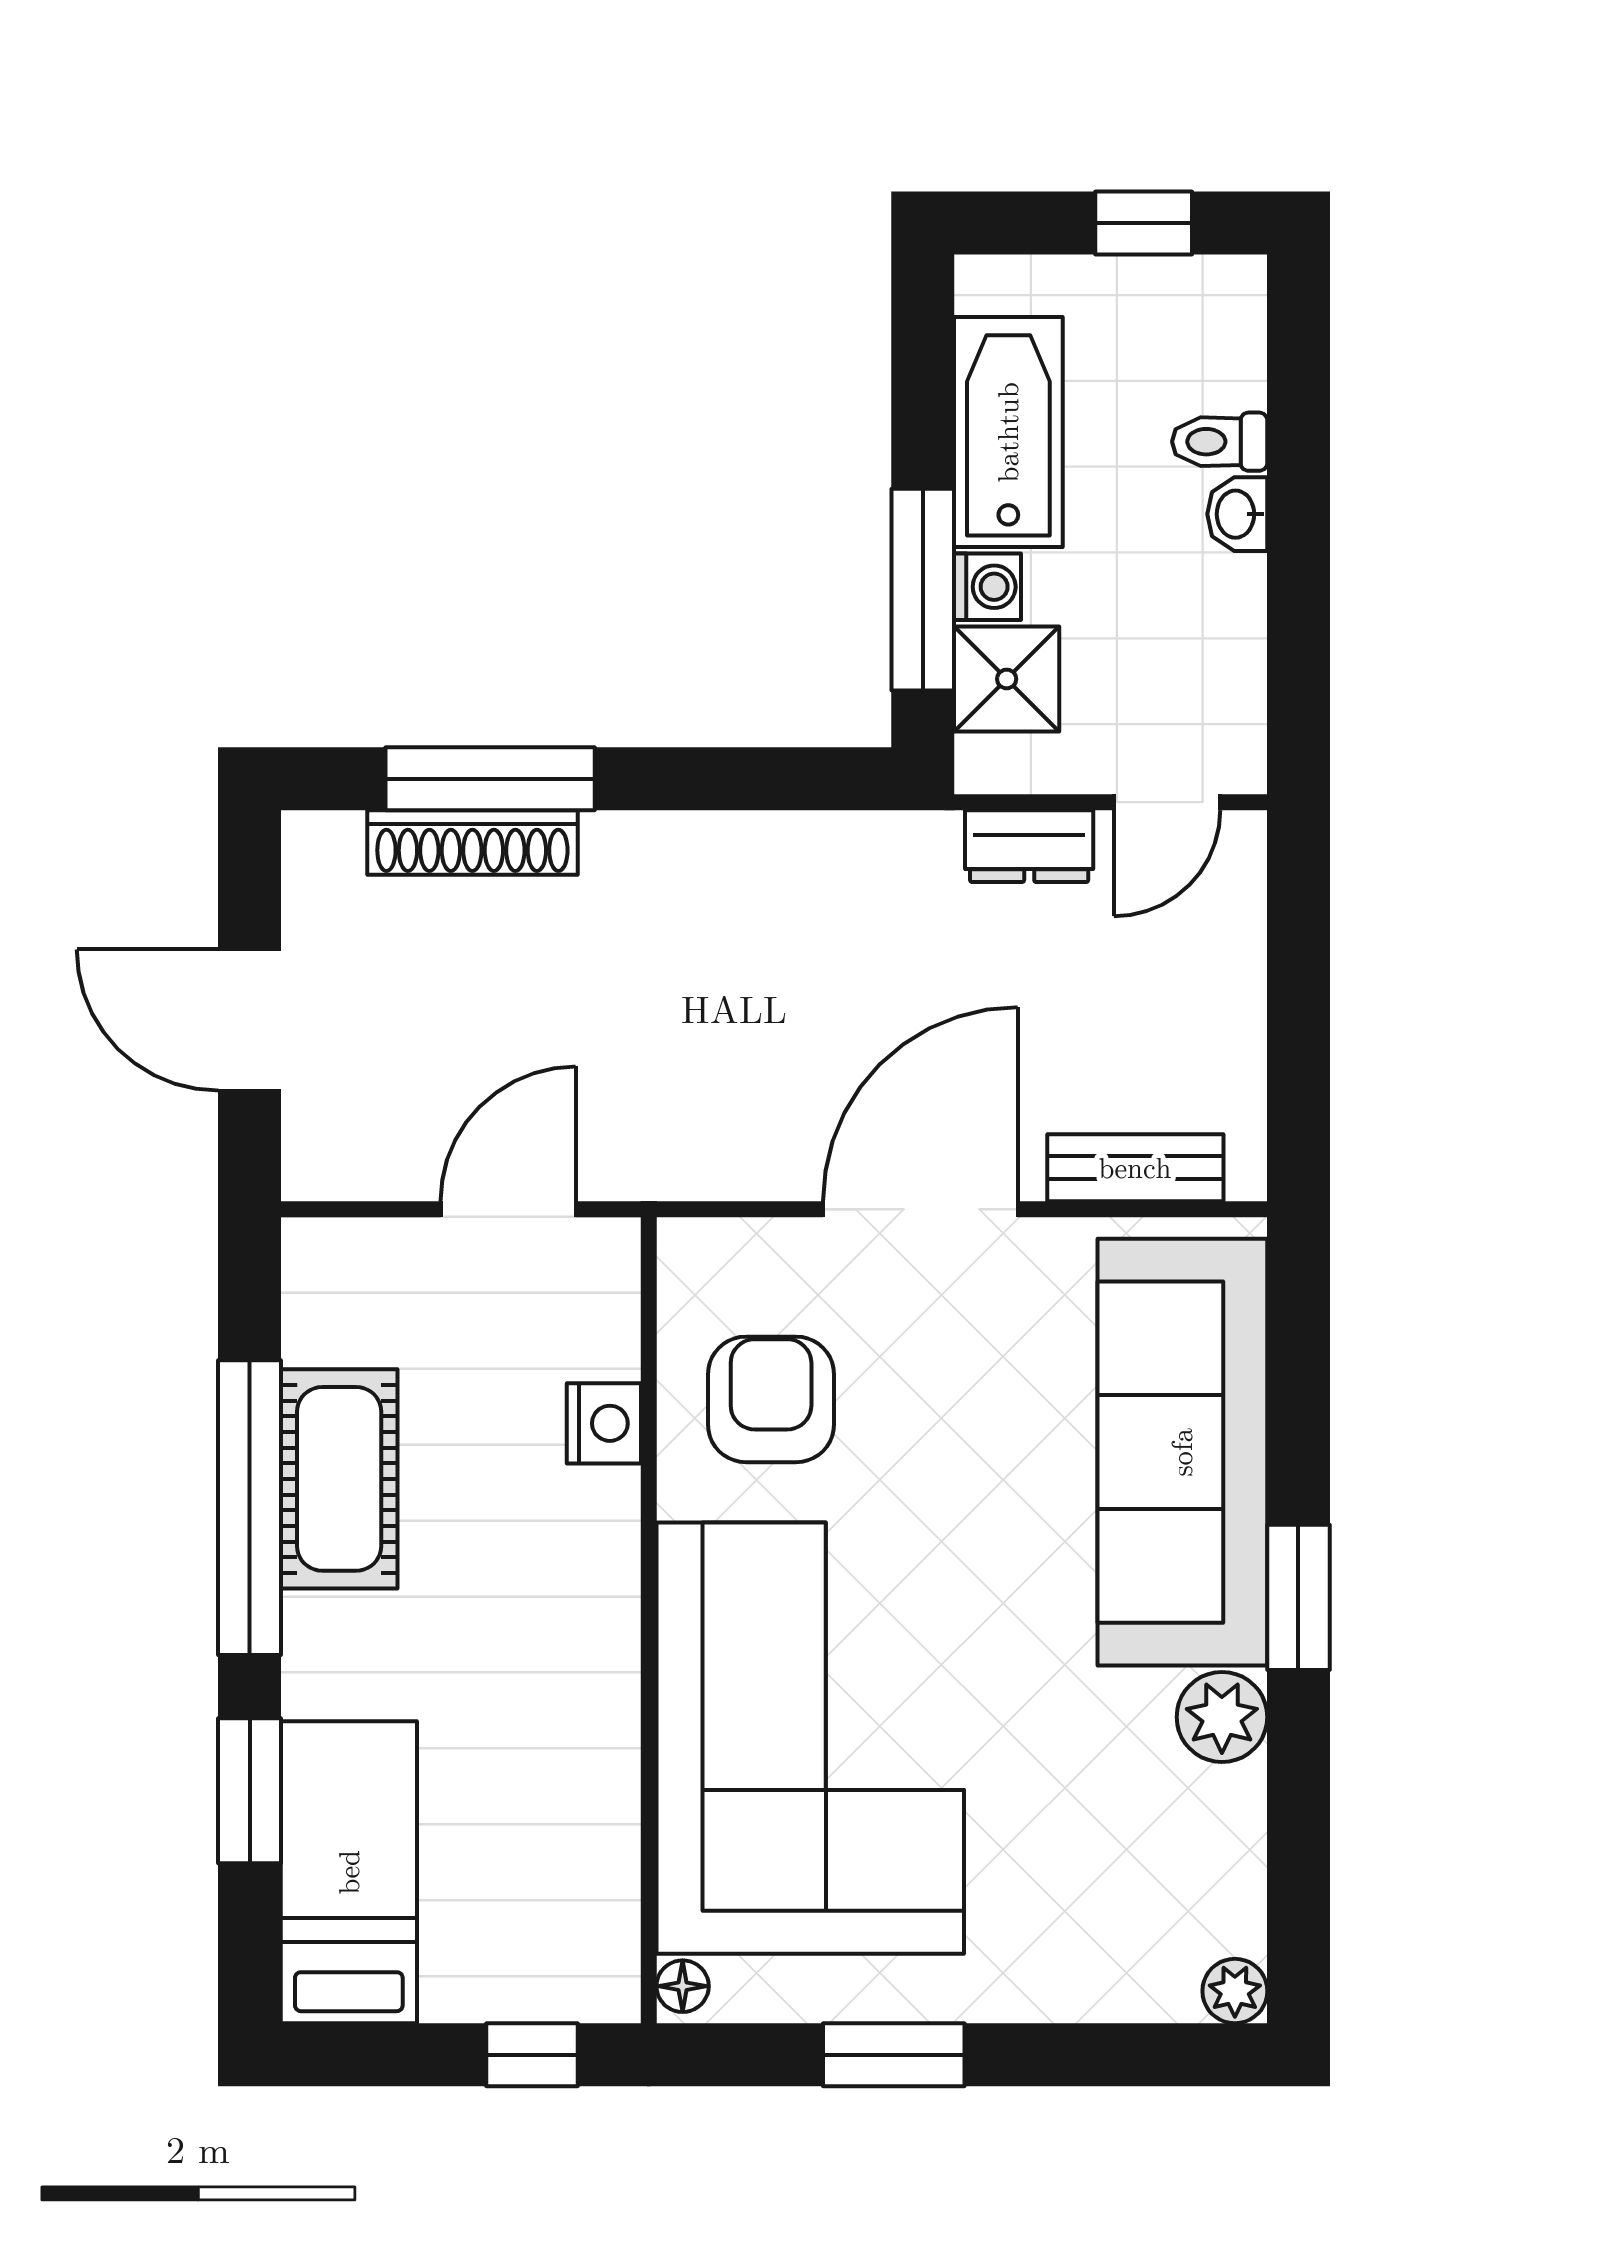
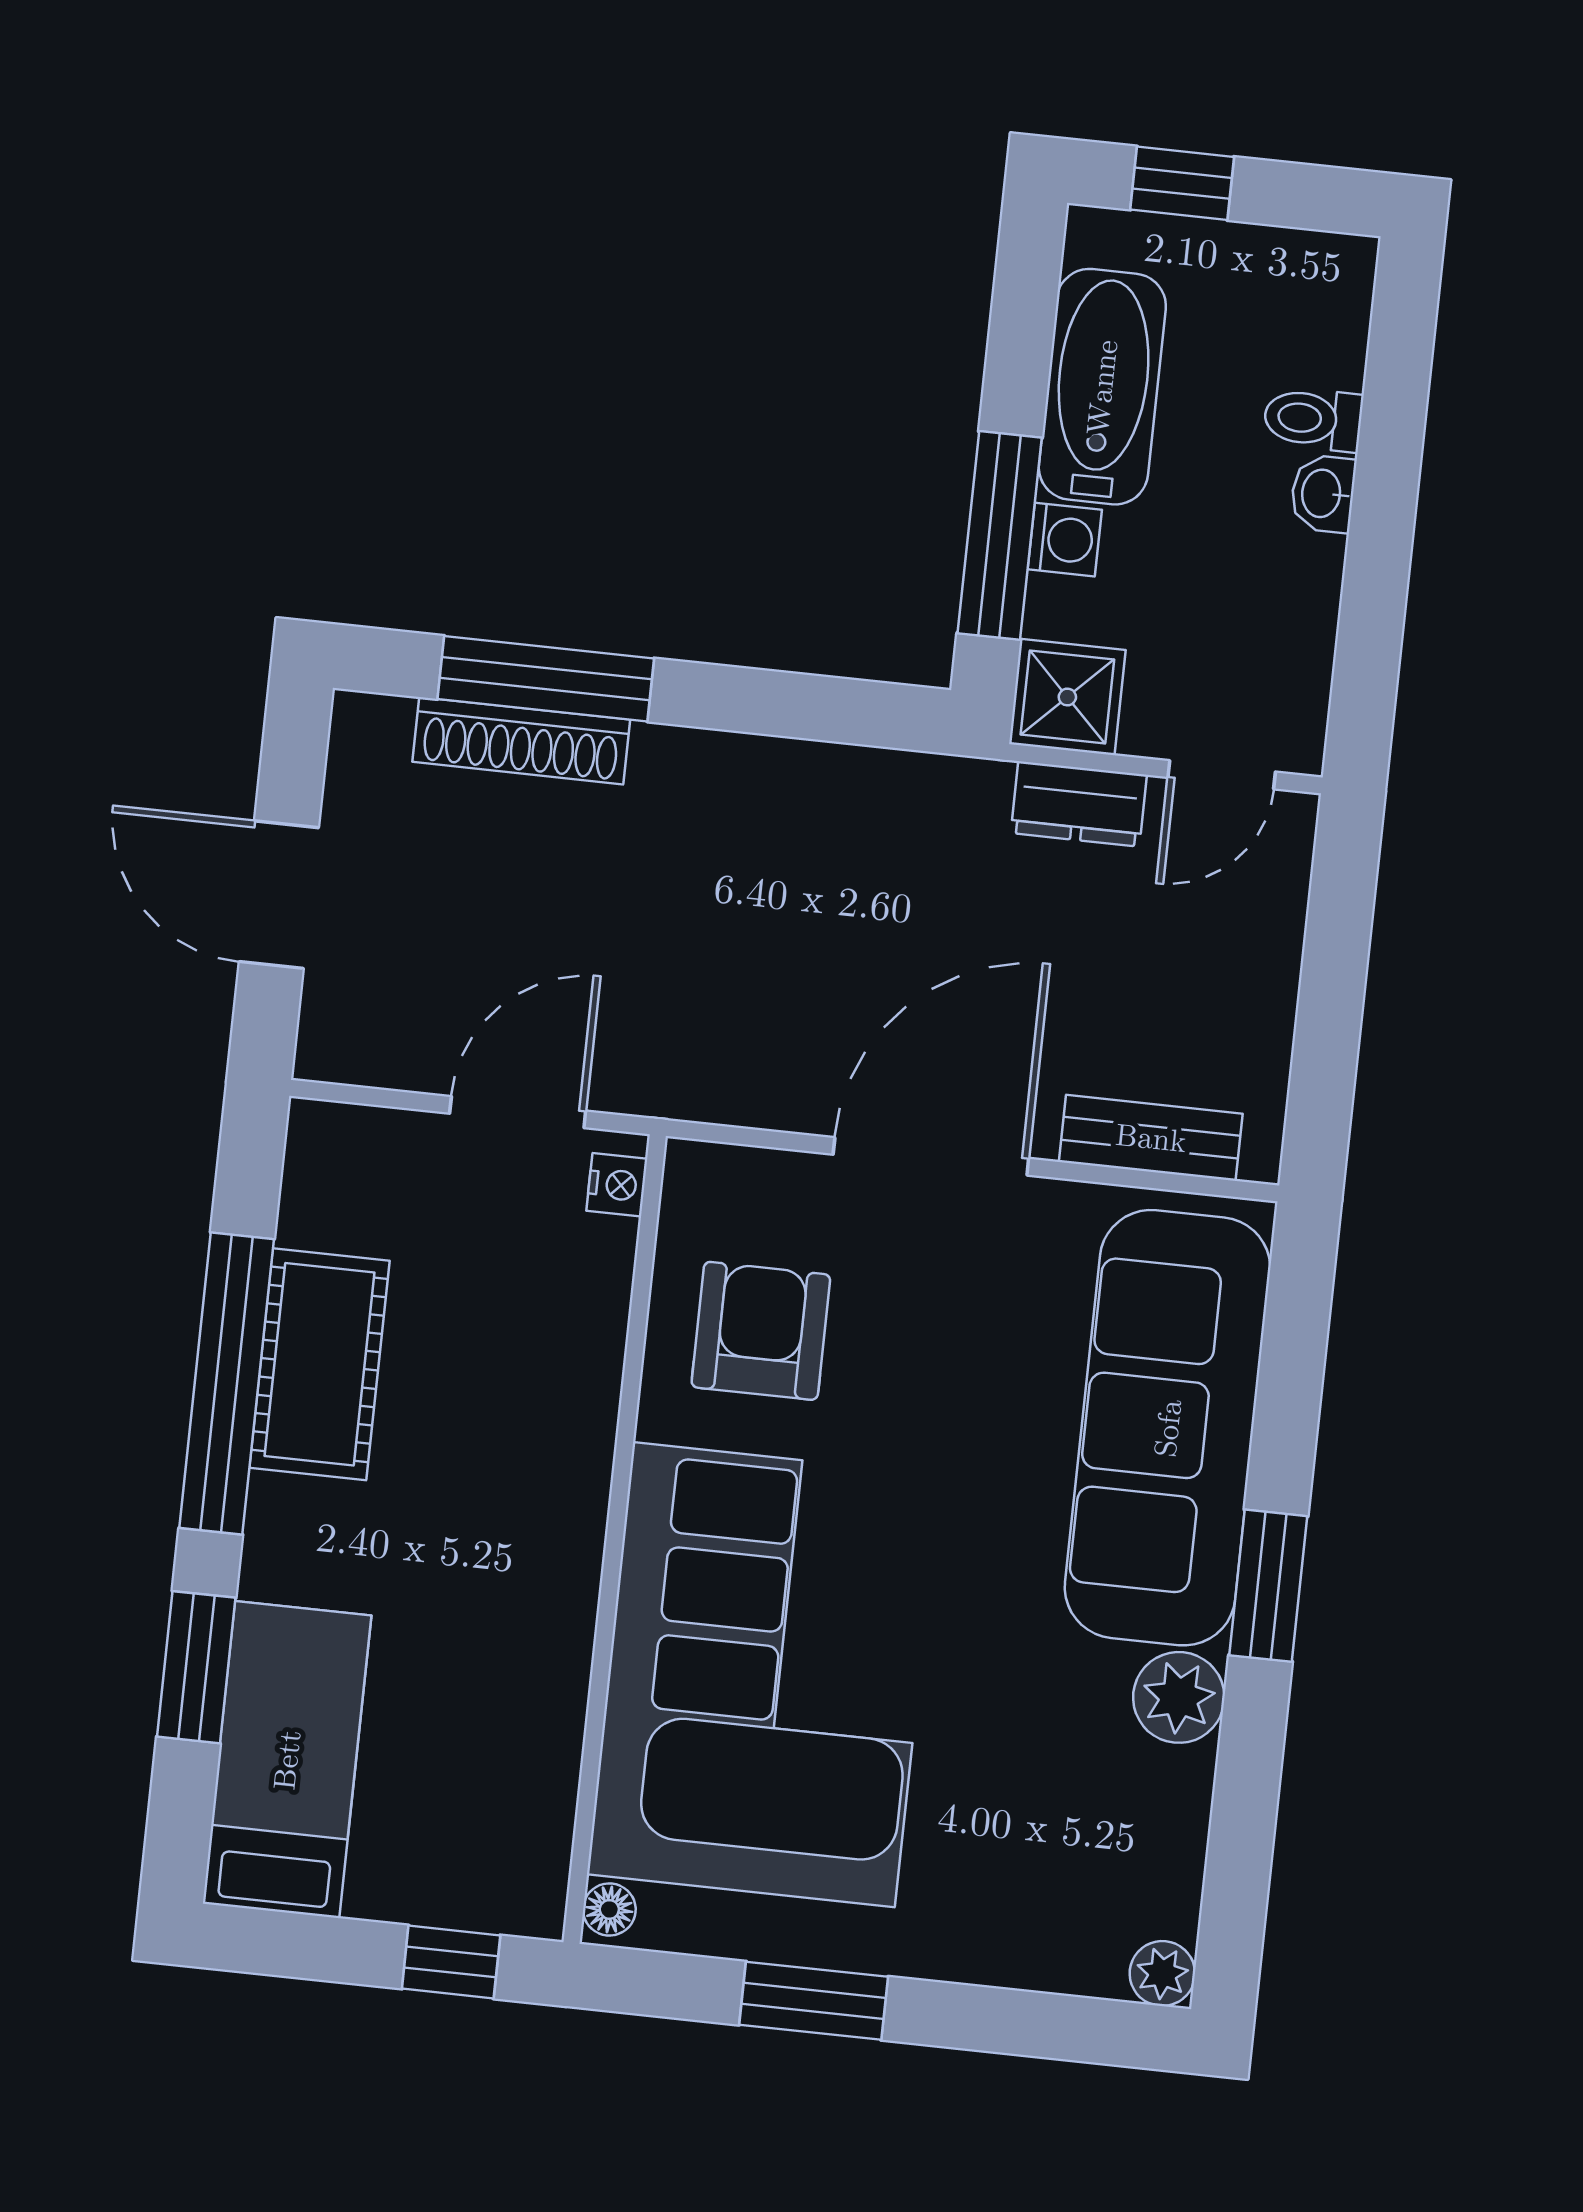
window: (1144, 223) -> (1182, 183), moved
shower: (1007, 679) -> (1067, 697), moved
nightstand: (604, 1423) -> (617, 1185), moved, width x0.72, depth x0.74

